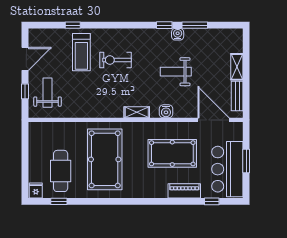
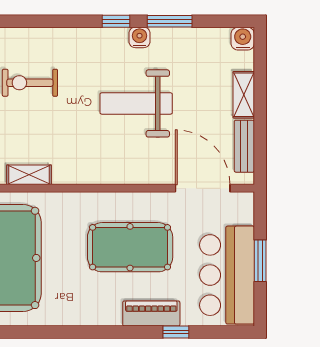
weight bench: (176, 72) -> (136, 103), width x1.36, depth x1.33
water cooler: (166, 111) -> (243, 39), moved, turned 180
shelving: (137, 112) -> (29, 175), moved
window: (212, 201) -> (176, 332), moved

